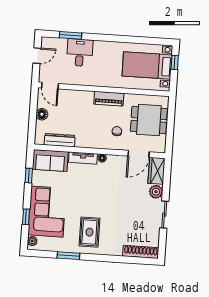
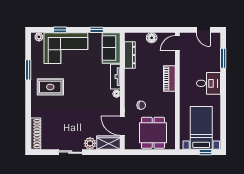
desk: (80, 53) -> (208, 83), moved
piano: (109, 99) -> (169, 78), moved

